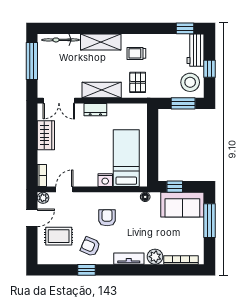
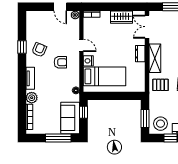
door: (64, 189) -> (81, 45), moved
rug: (59, 236) -> (47, 27), removed

